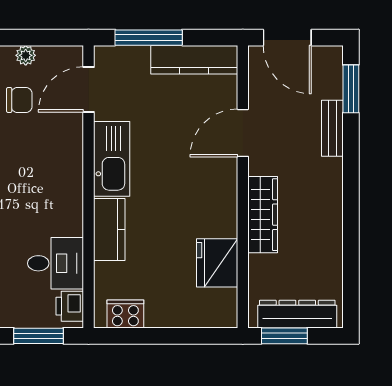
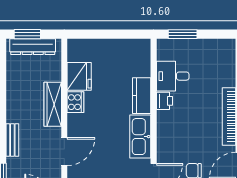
bench: (332, 128) -> (12, 140), moved
printer: (70, 306) -> (165, 101), moved
cooker: (125, 314) -> (75, 102), moved, turned -90
window: (284, 336) -> (27, 34), moved

